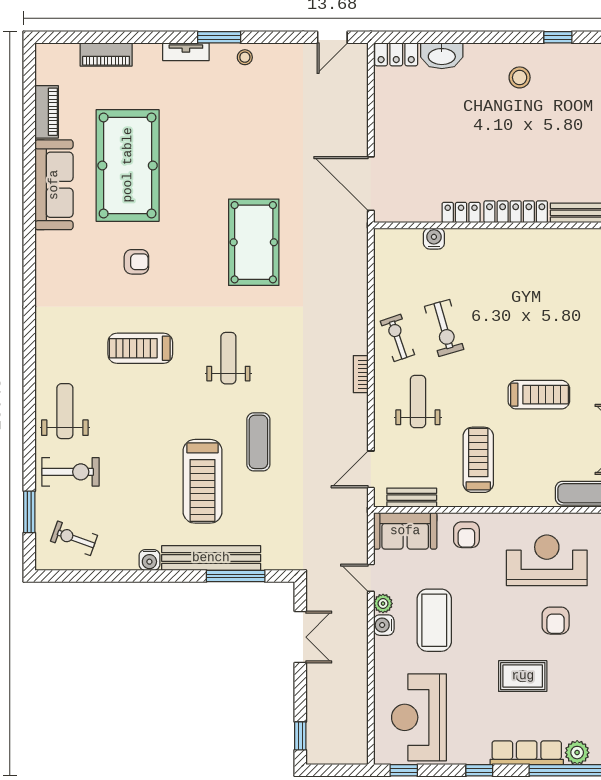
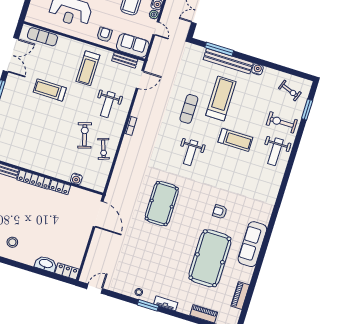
sofa: (54, 185) -> (252, 244), moved
exercise bike: (397, 338) -> (103, 149), moved
treadmill: (140, 348) -> (235, 140), moved

